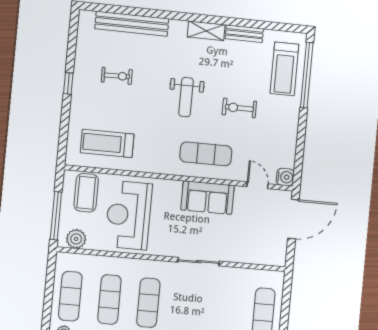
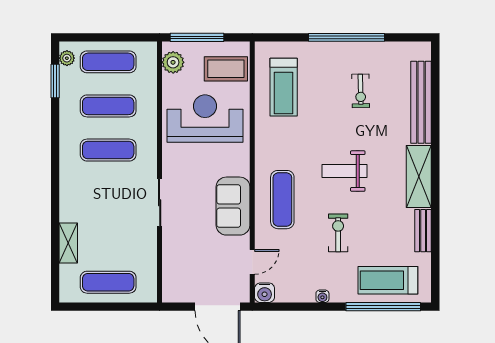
shelving: (206, 31) -> (419, 177), width x1.50, depth x1.33
window: (68, 83) -> (347, 37), width x3.17
water cooler: (293, 127) -> (322, 296), added
treadmill: (107, 143) -> (284, 87), turned 180

